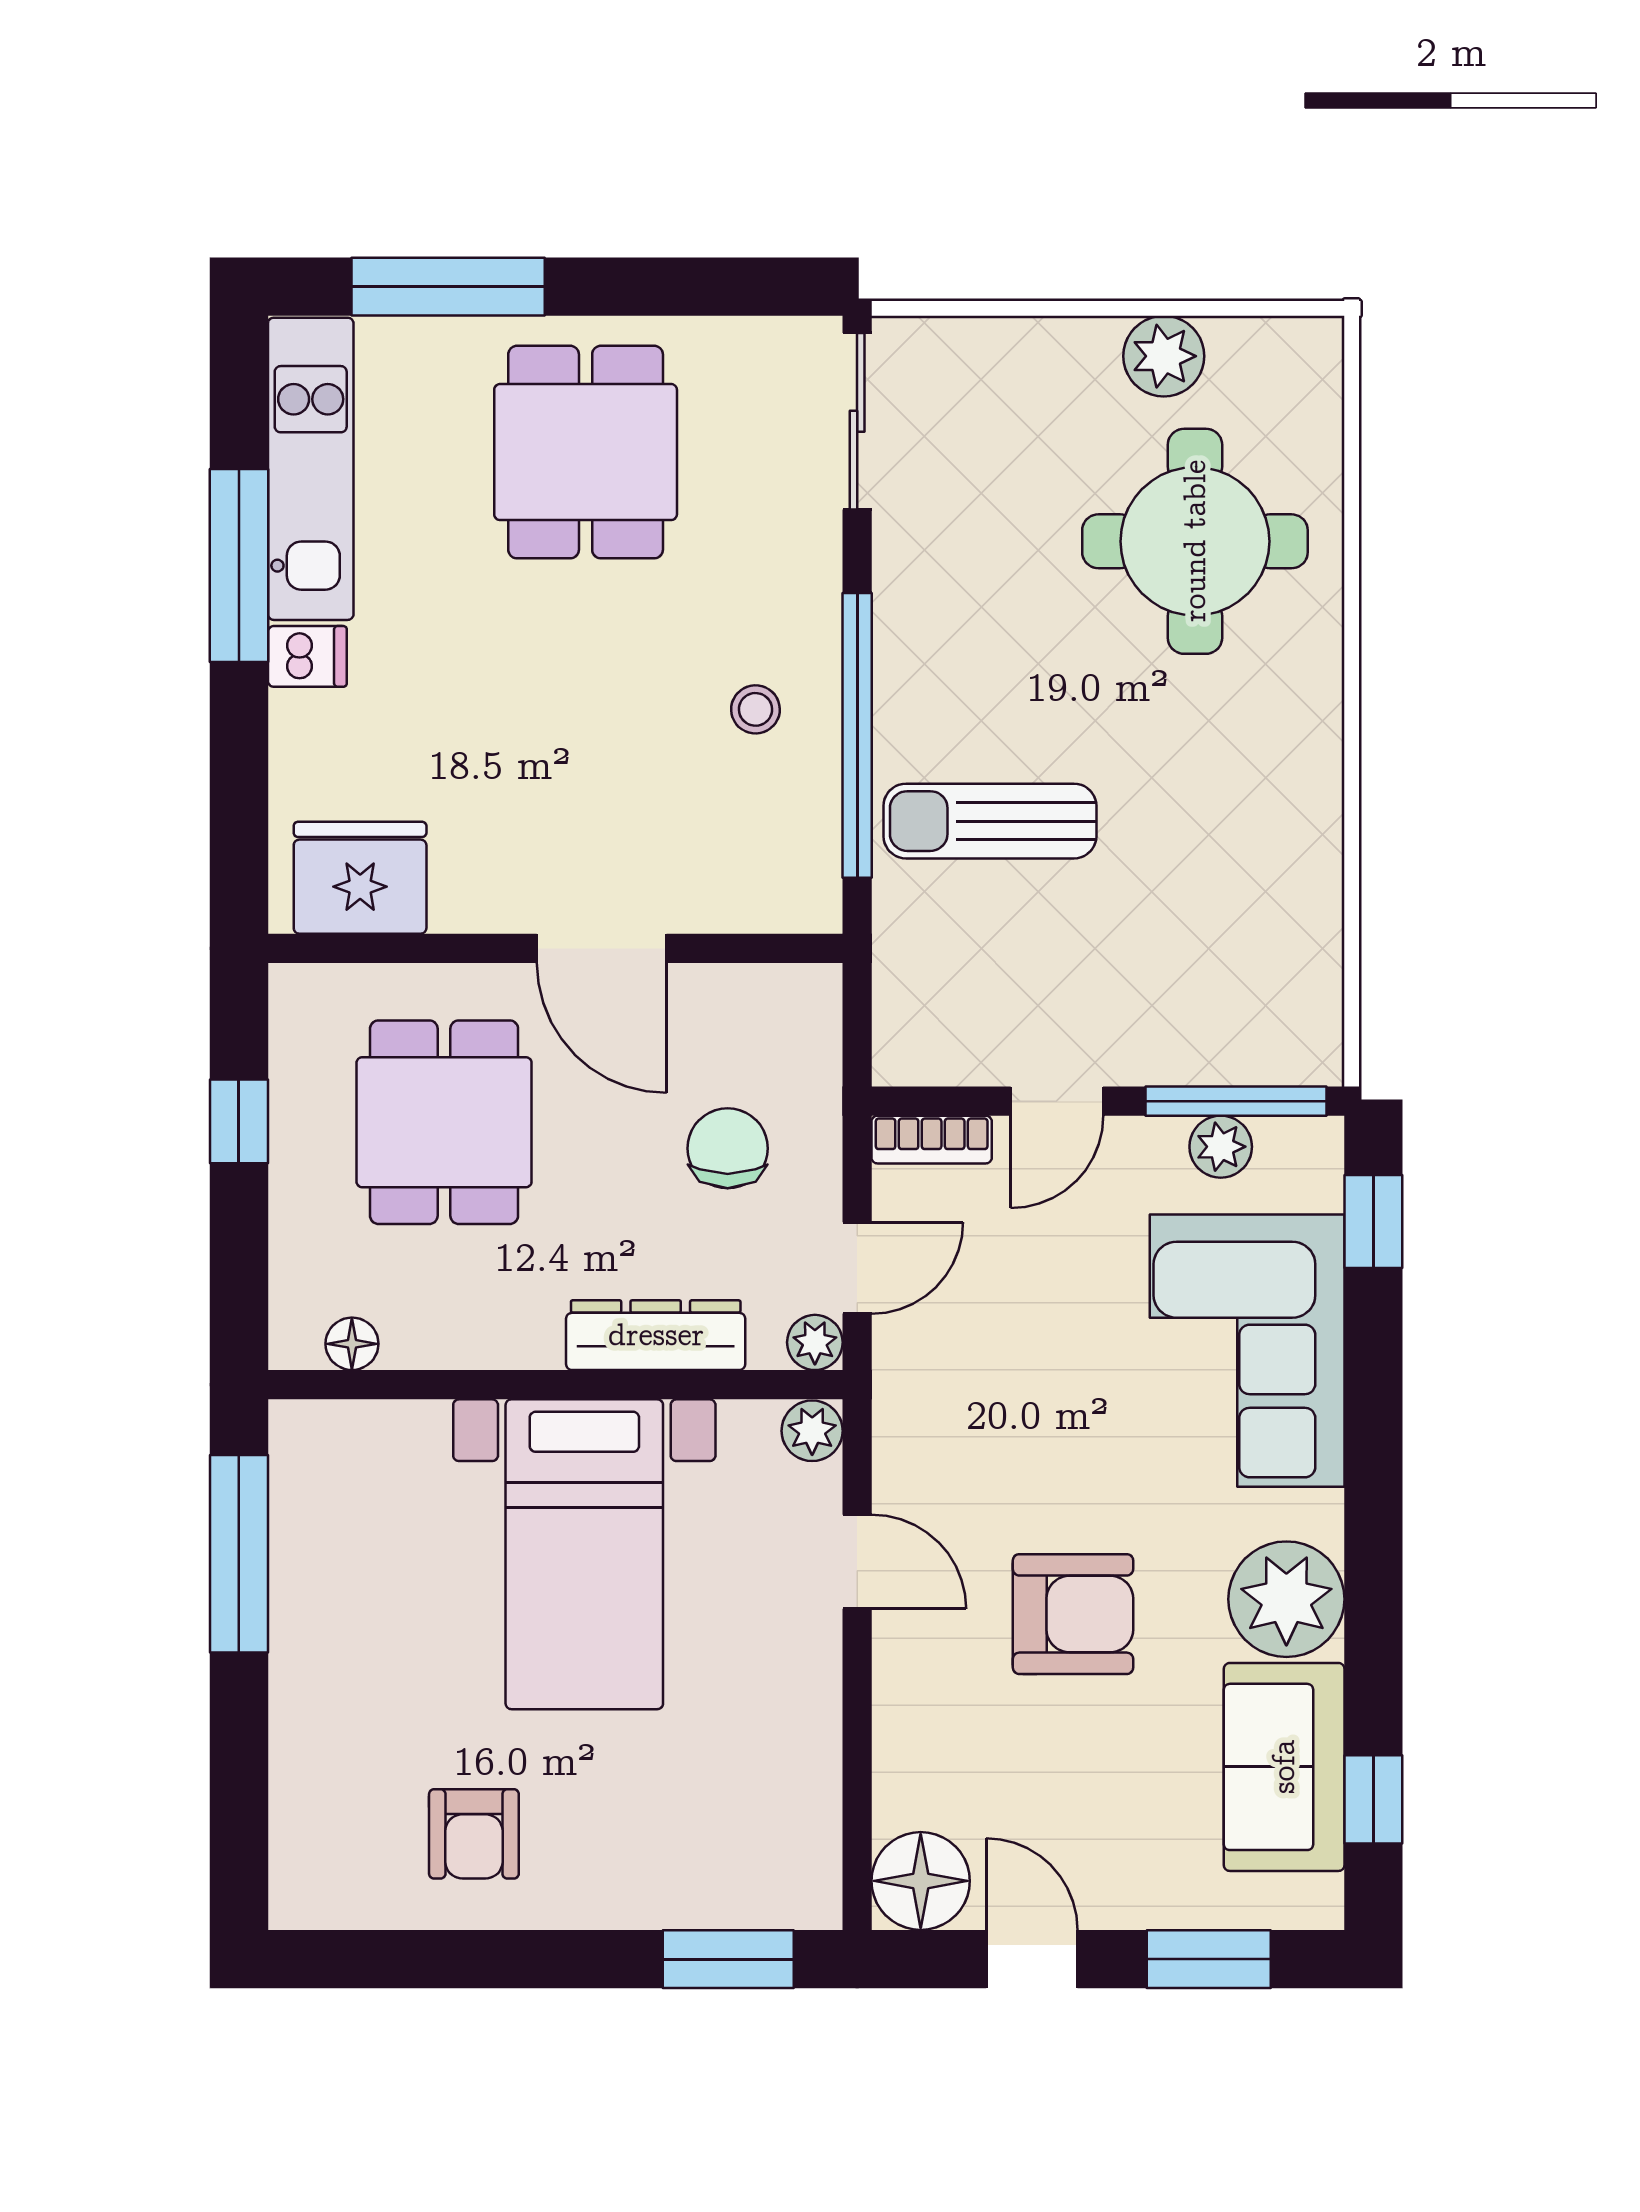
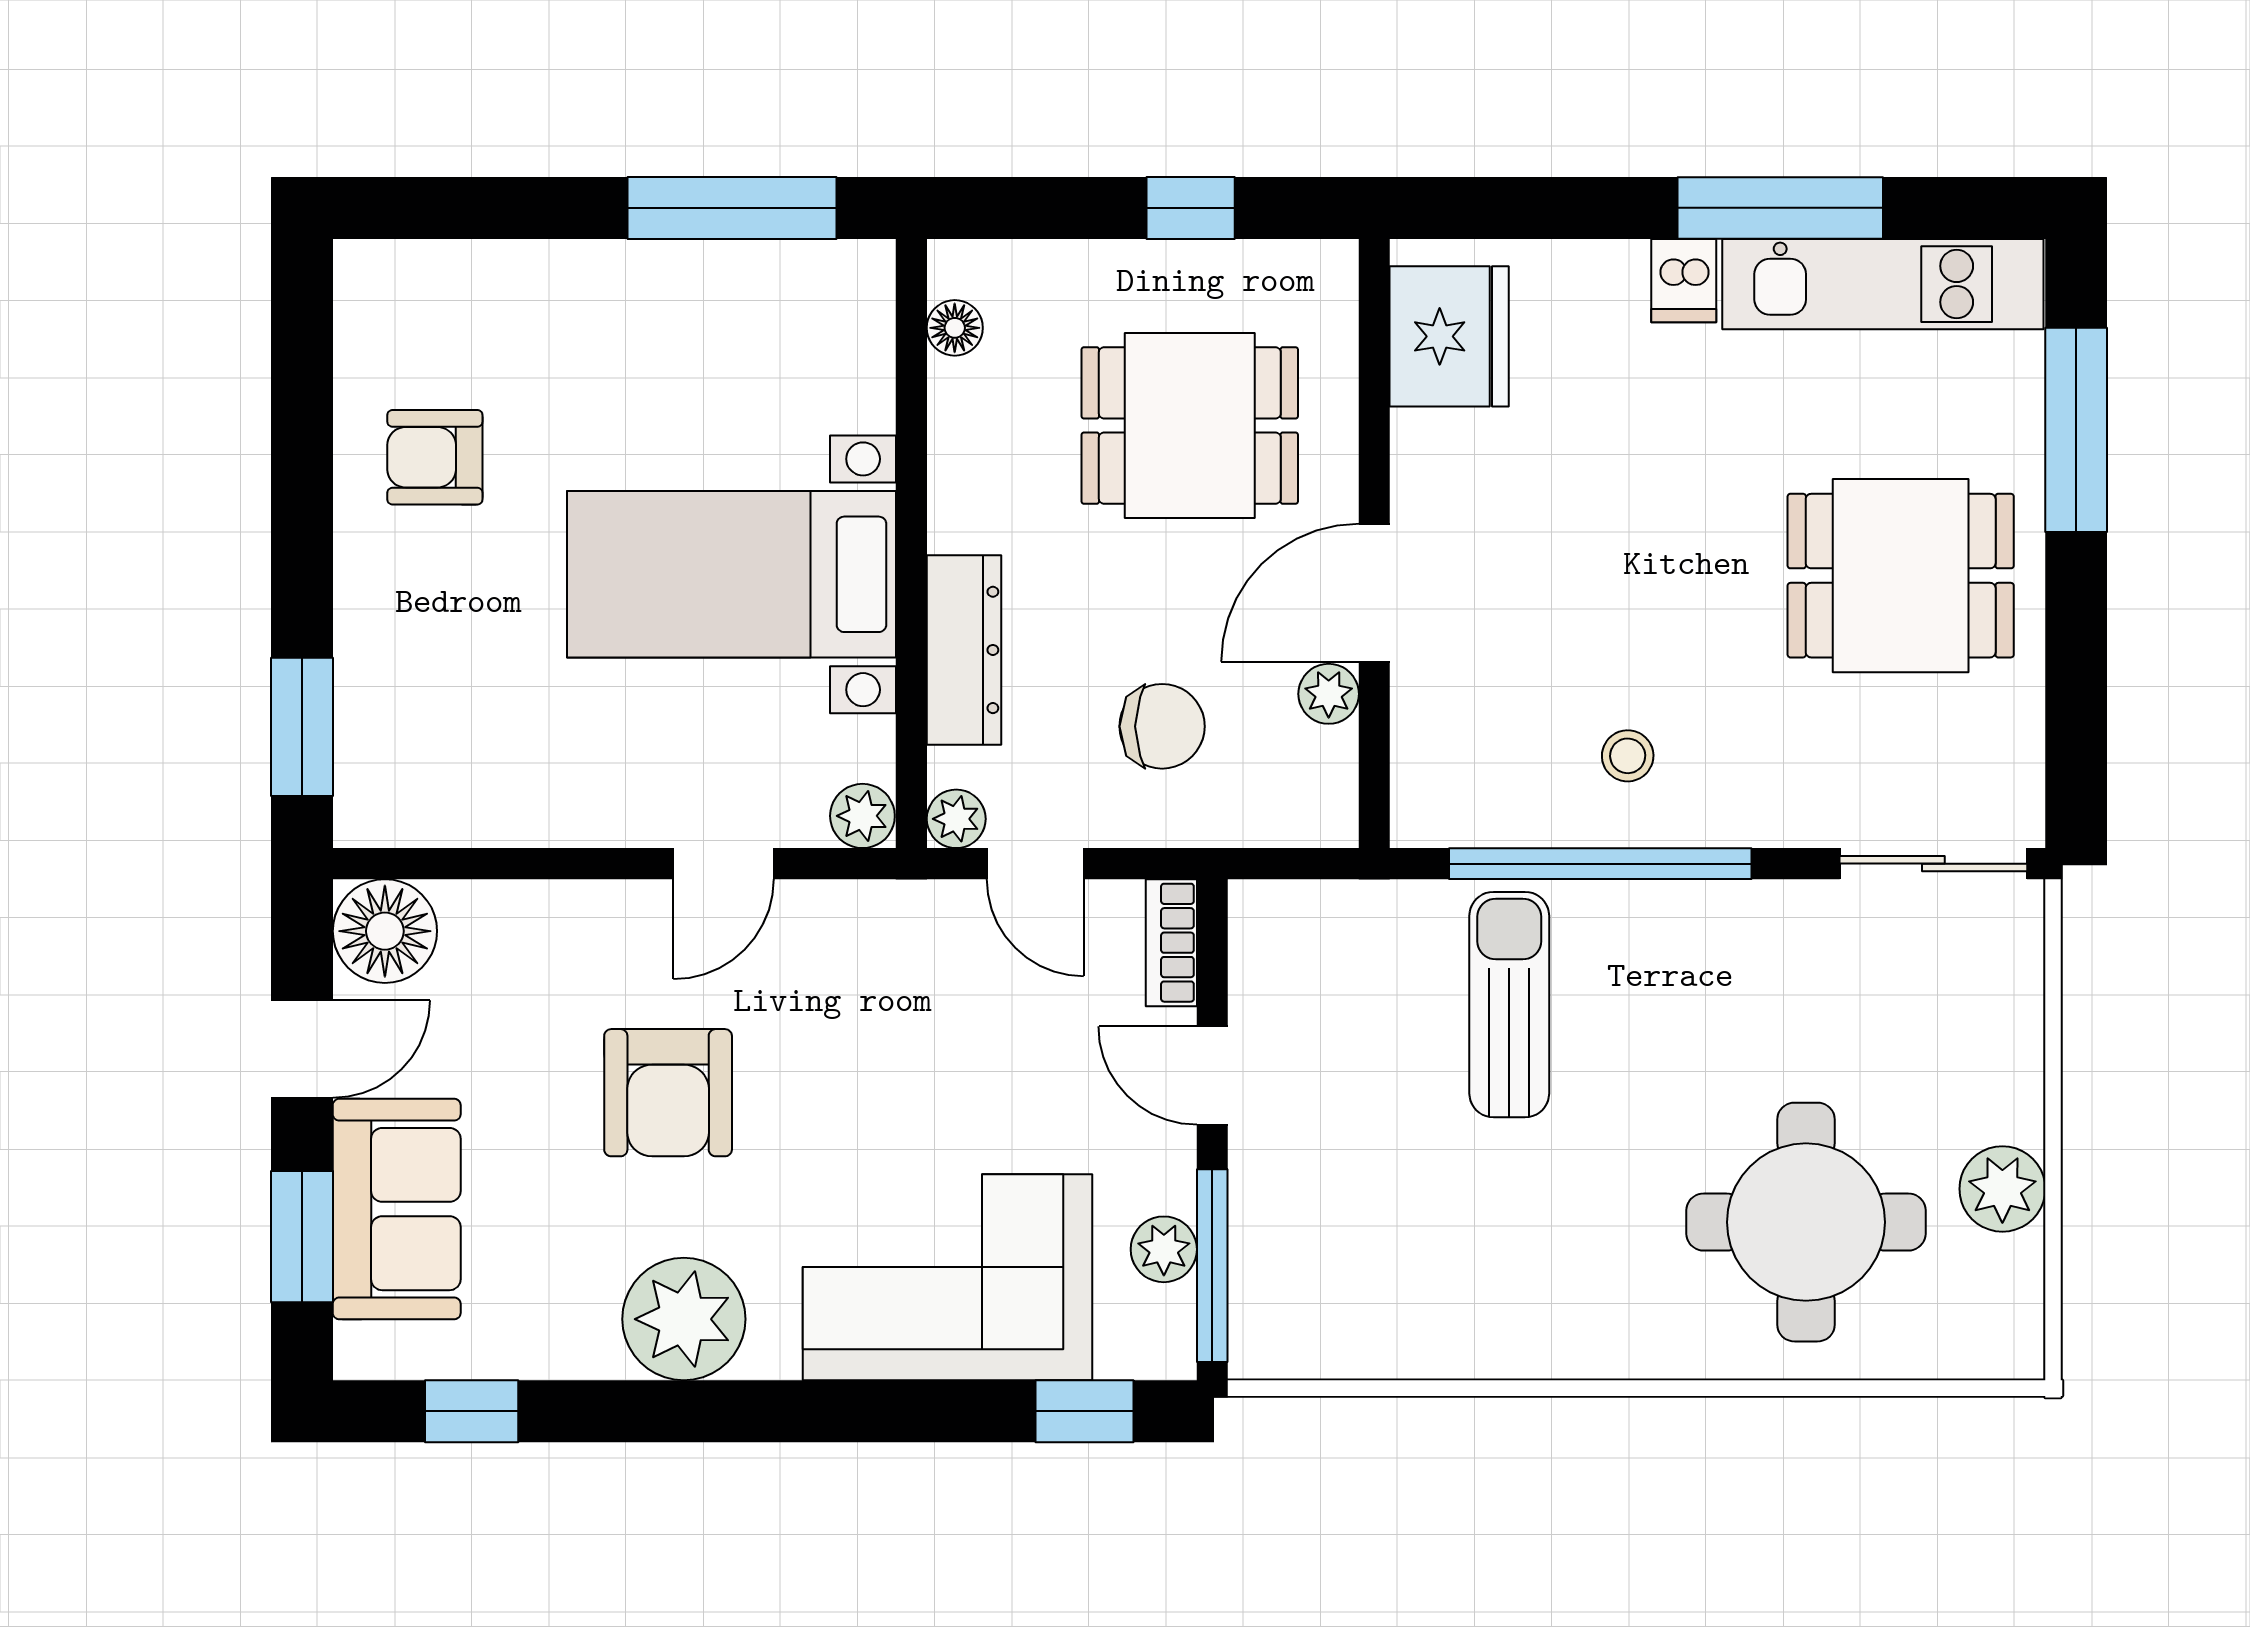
plant: (697, 991) -> (1329, 694), added
sofa: (1284, 1767) -> (397, 1209), moved, turned 90

